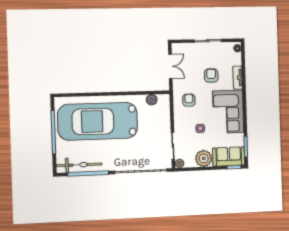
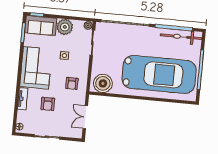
boiler: (152, 100) -> (103, 83), width x1.86, depth x1.86

